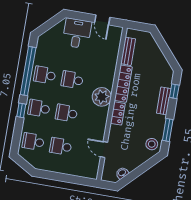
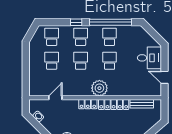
door: (102, 20) -> (164, 77), hinge flipped

